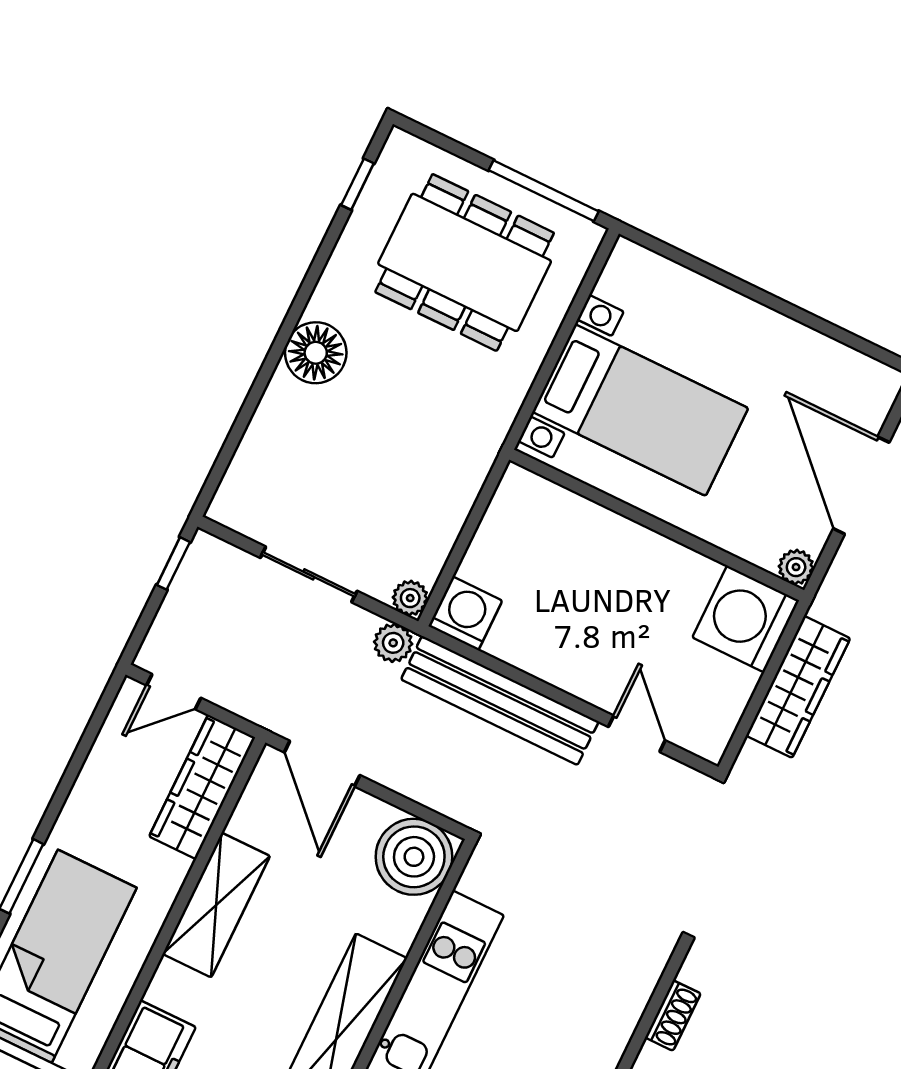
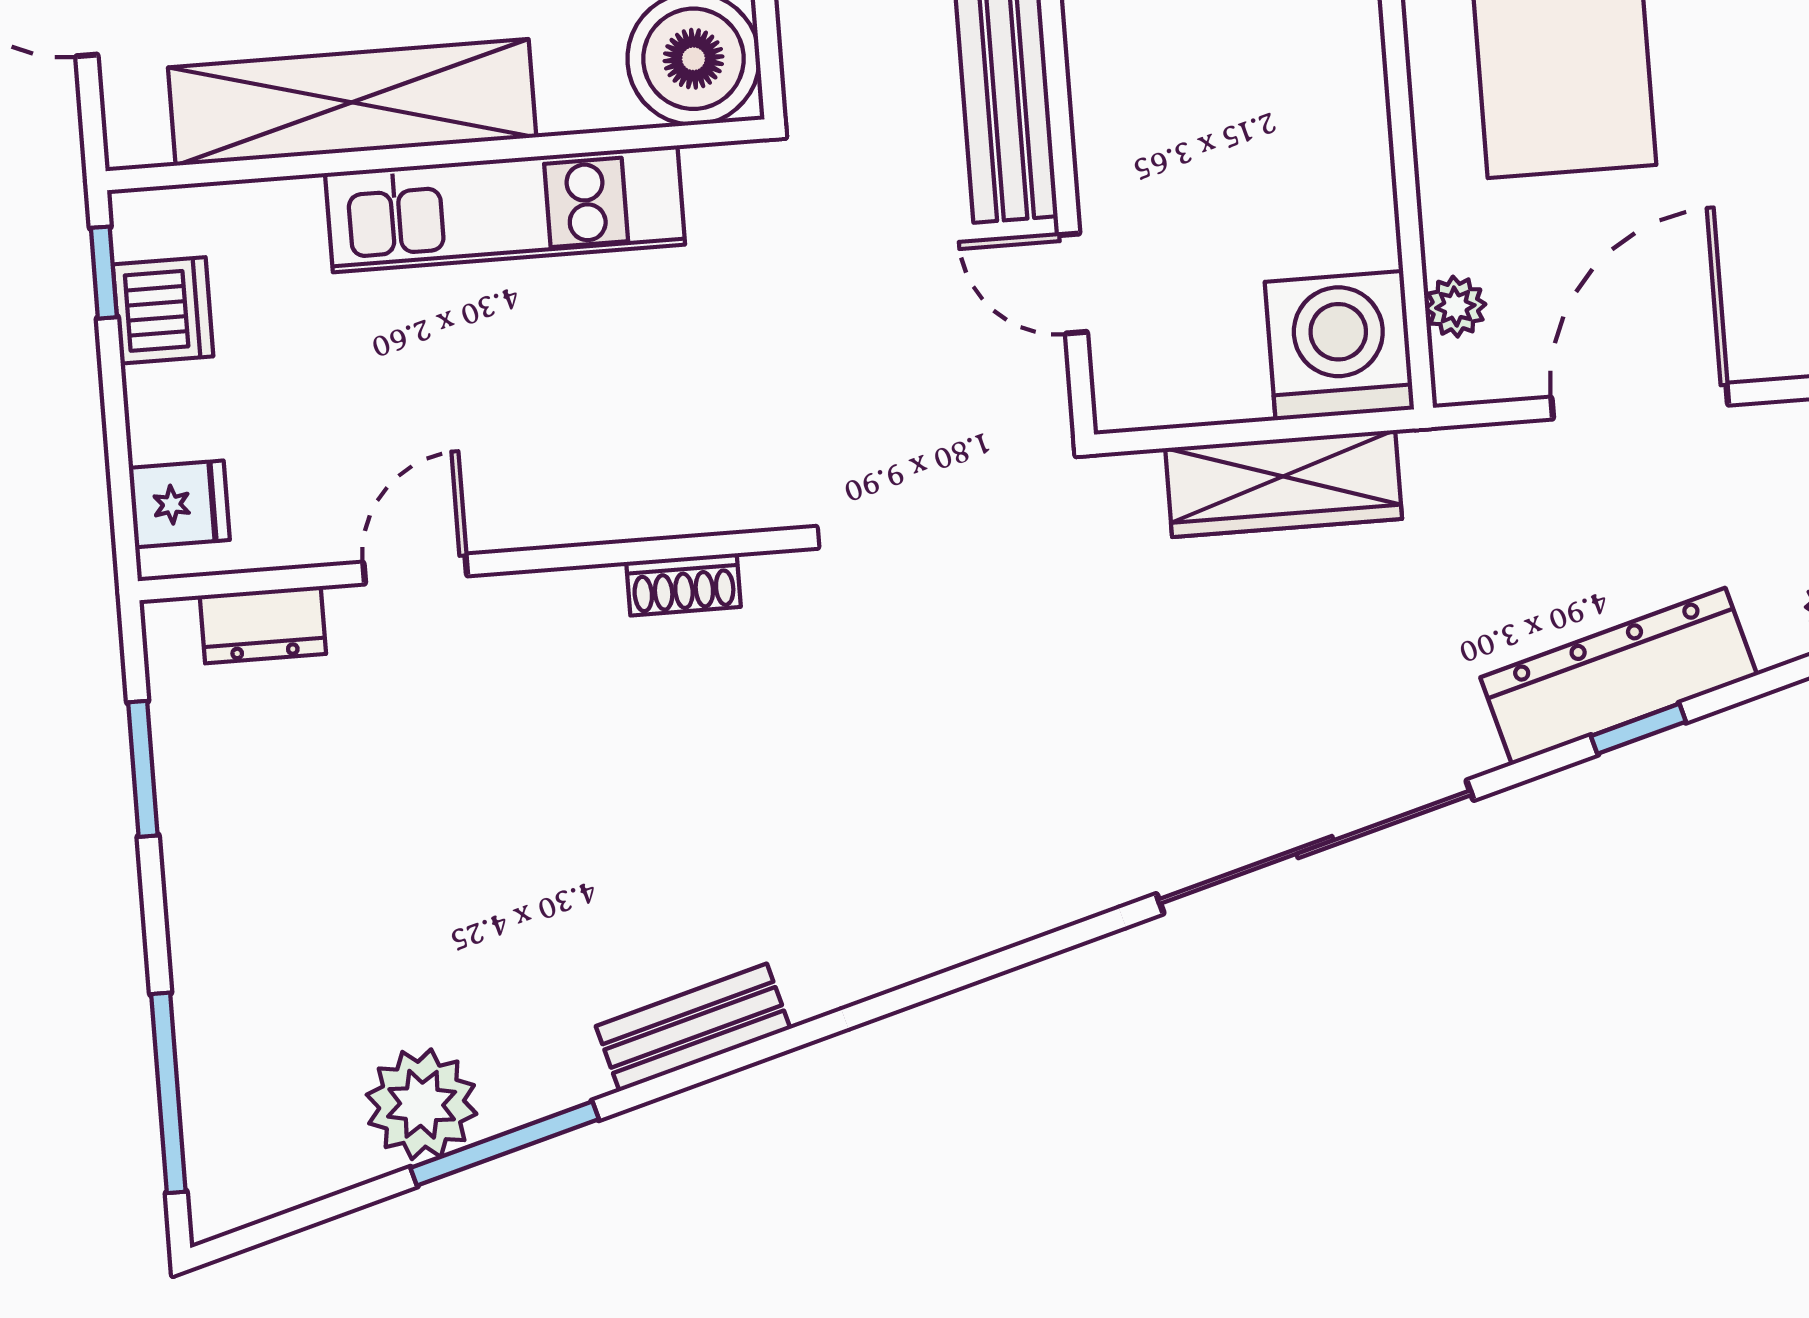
plant: (796, 567) -> (1455, 307), moved
door: (637, 734) -> (1073, 284), swing flipped

